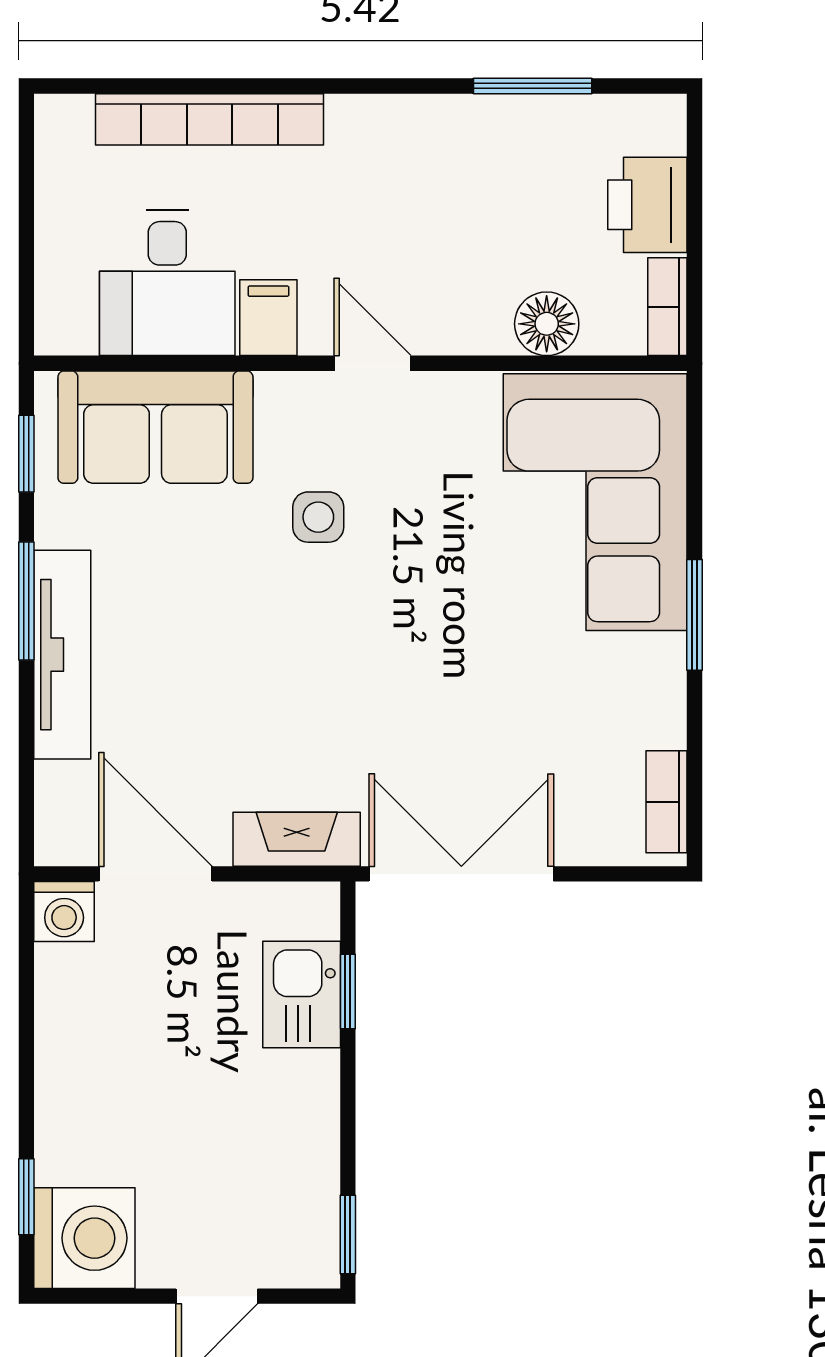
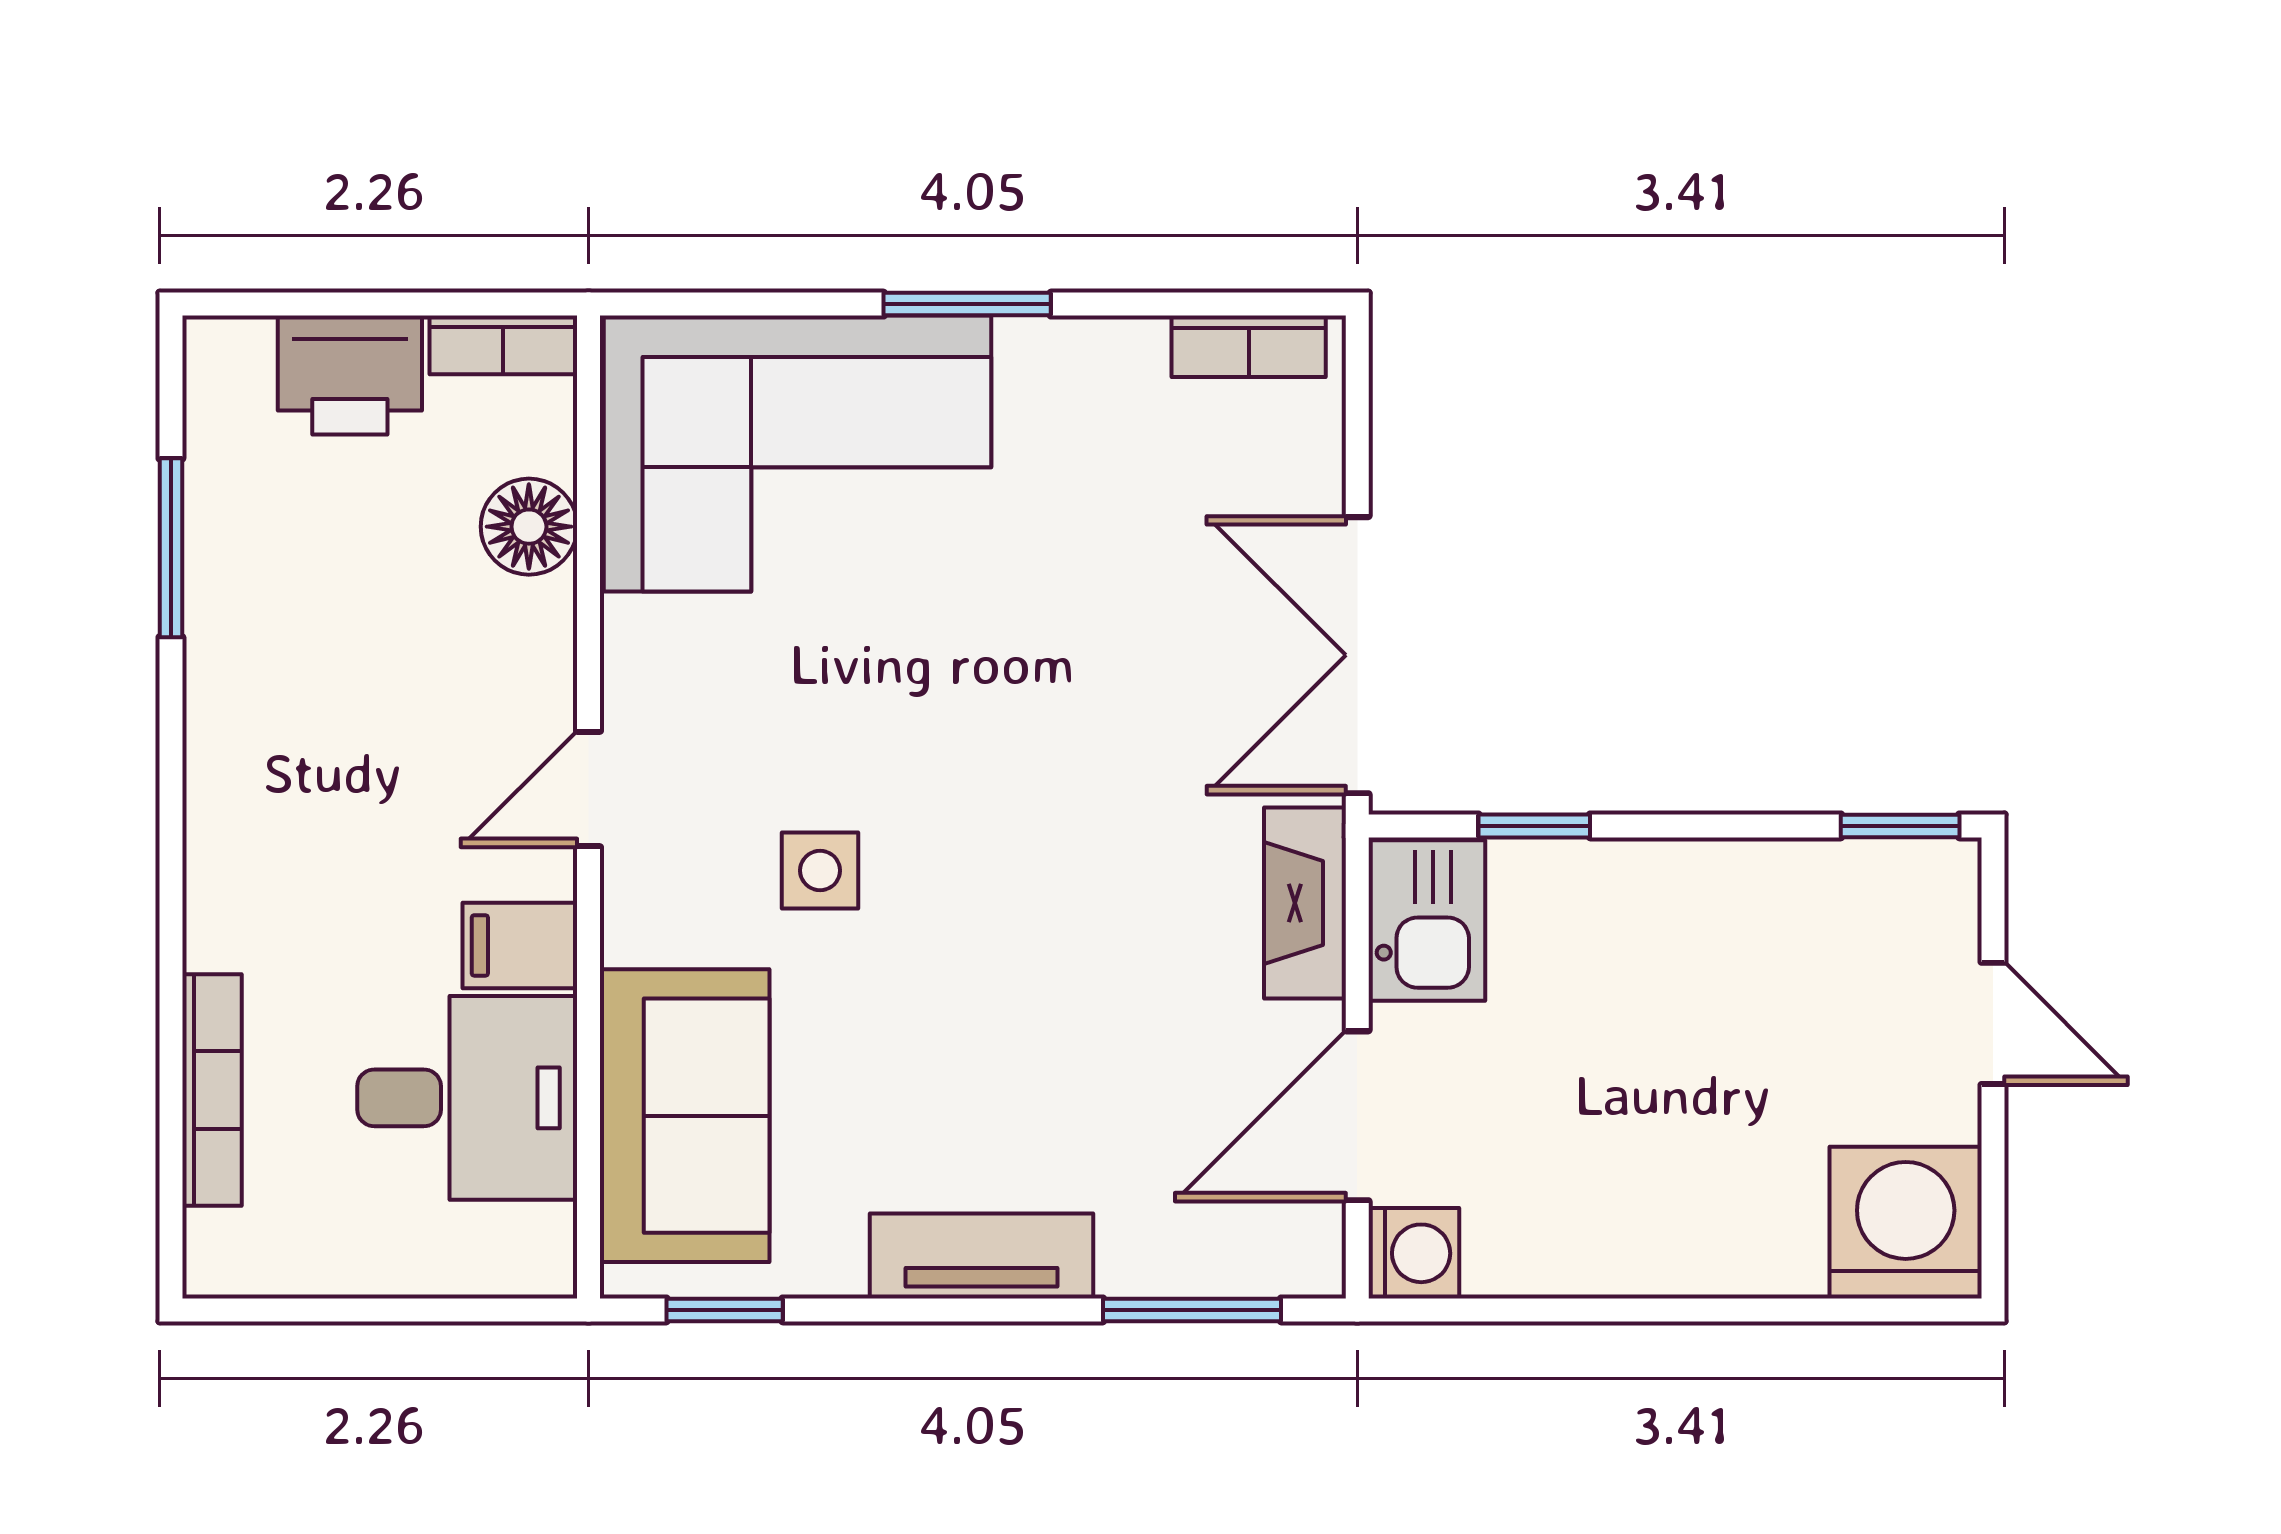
bookcase: (209, 119) -> (212, 1090), width x0.68, depth x0.76
window: (26, 601) -> (1192, 1310), moved
tv unit: (62, 655) -> (982, 1256), width x0.71
kitchen sink: (302, 995) -> (1427, 920), moved, turned -90
window: (26, 1197) -> (1843, 1310), removed

